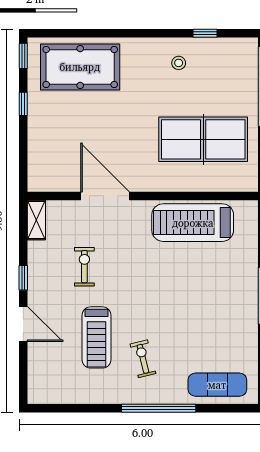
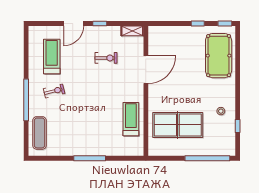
table tennis table: (203, 139) -> (178, 125), turned 90
treadmill: (193, 223) -> (131, 119), width x0.73, depth x0.73
treadmill: (96, 337) -> (52, 56), moved, turned 90

